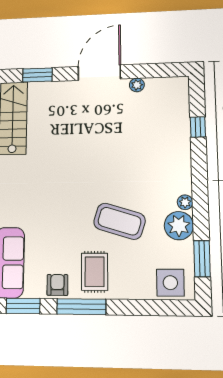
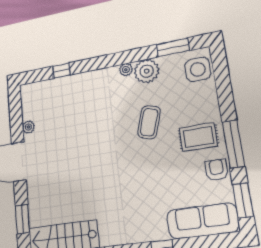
coffee table: (119, 221) -> (149, 122), width x0.73, depth x0.76
armchair: (57, 285) -> (217, 170), turned 90

